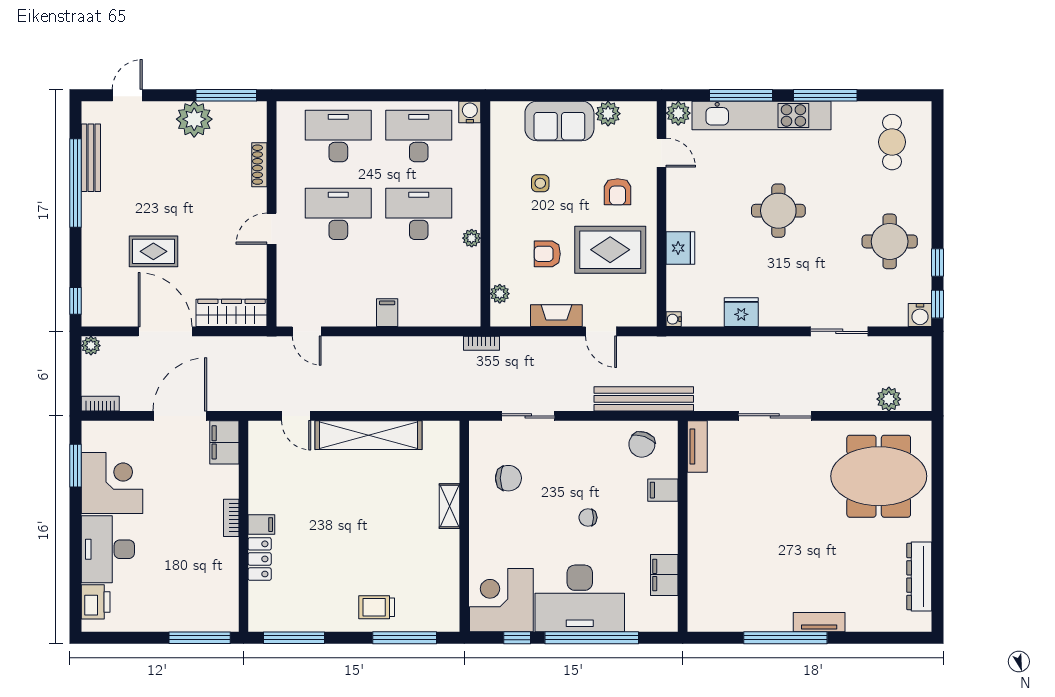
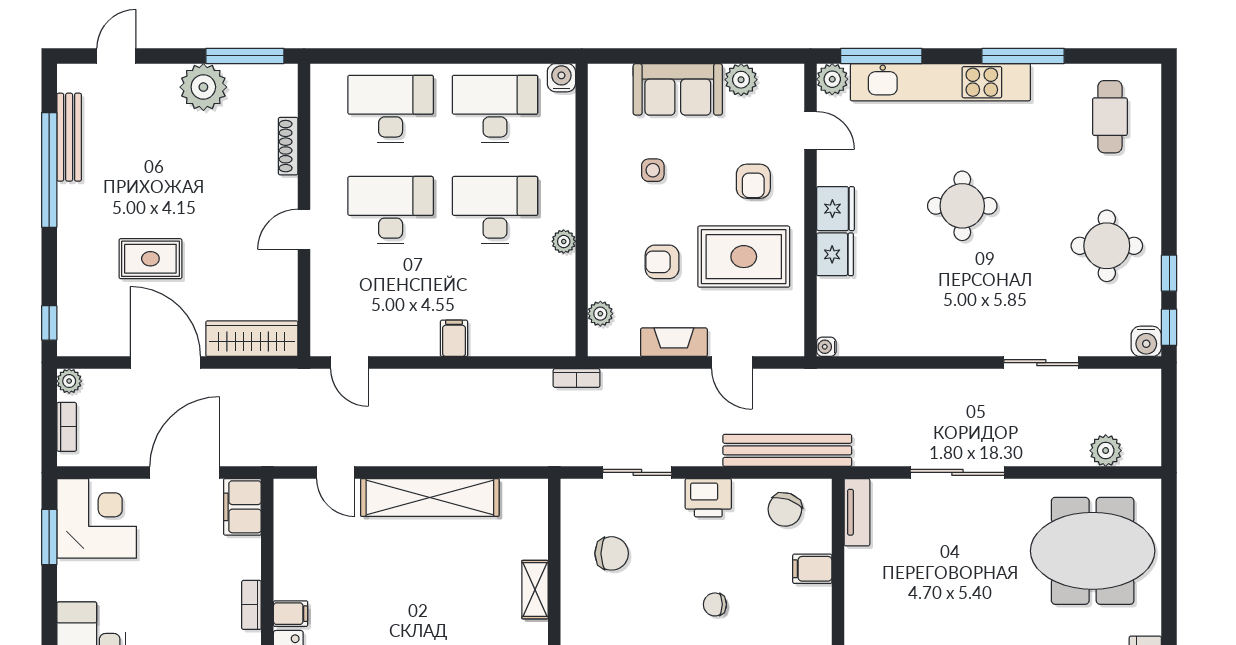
window: (741, 95) -> (881, 56), moved
fridge: (741, 312) -> (835, 209), moved, turned 90
bookcase: (100, 404) -> (67, 427), moved, turned 90
printer: (583, 435) -> (708, 498), added
corner desk: (112, 483) -> (97, 518), moved

